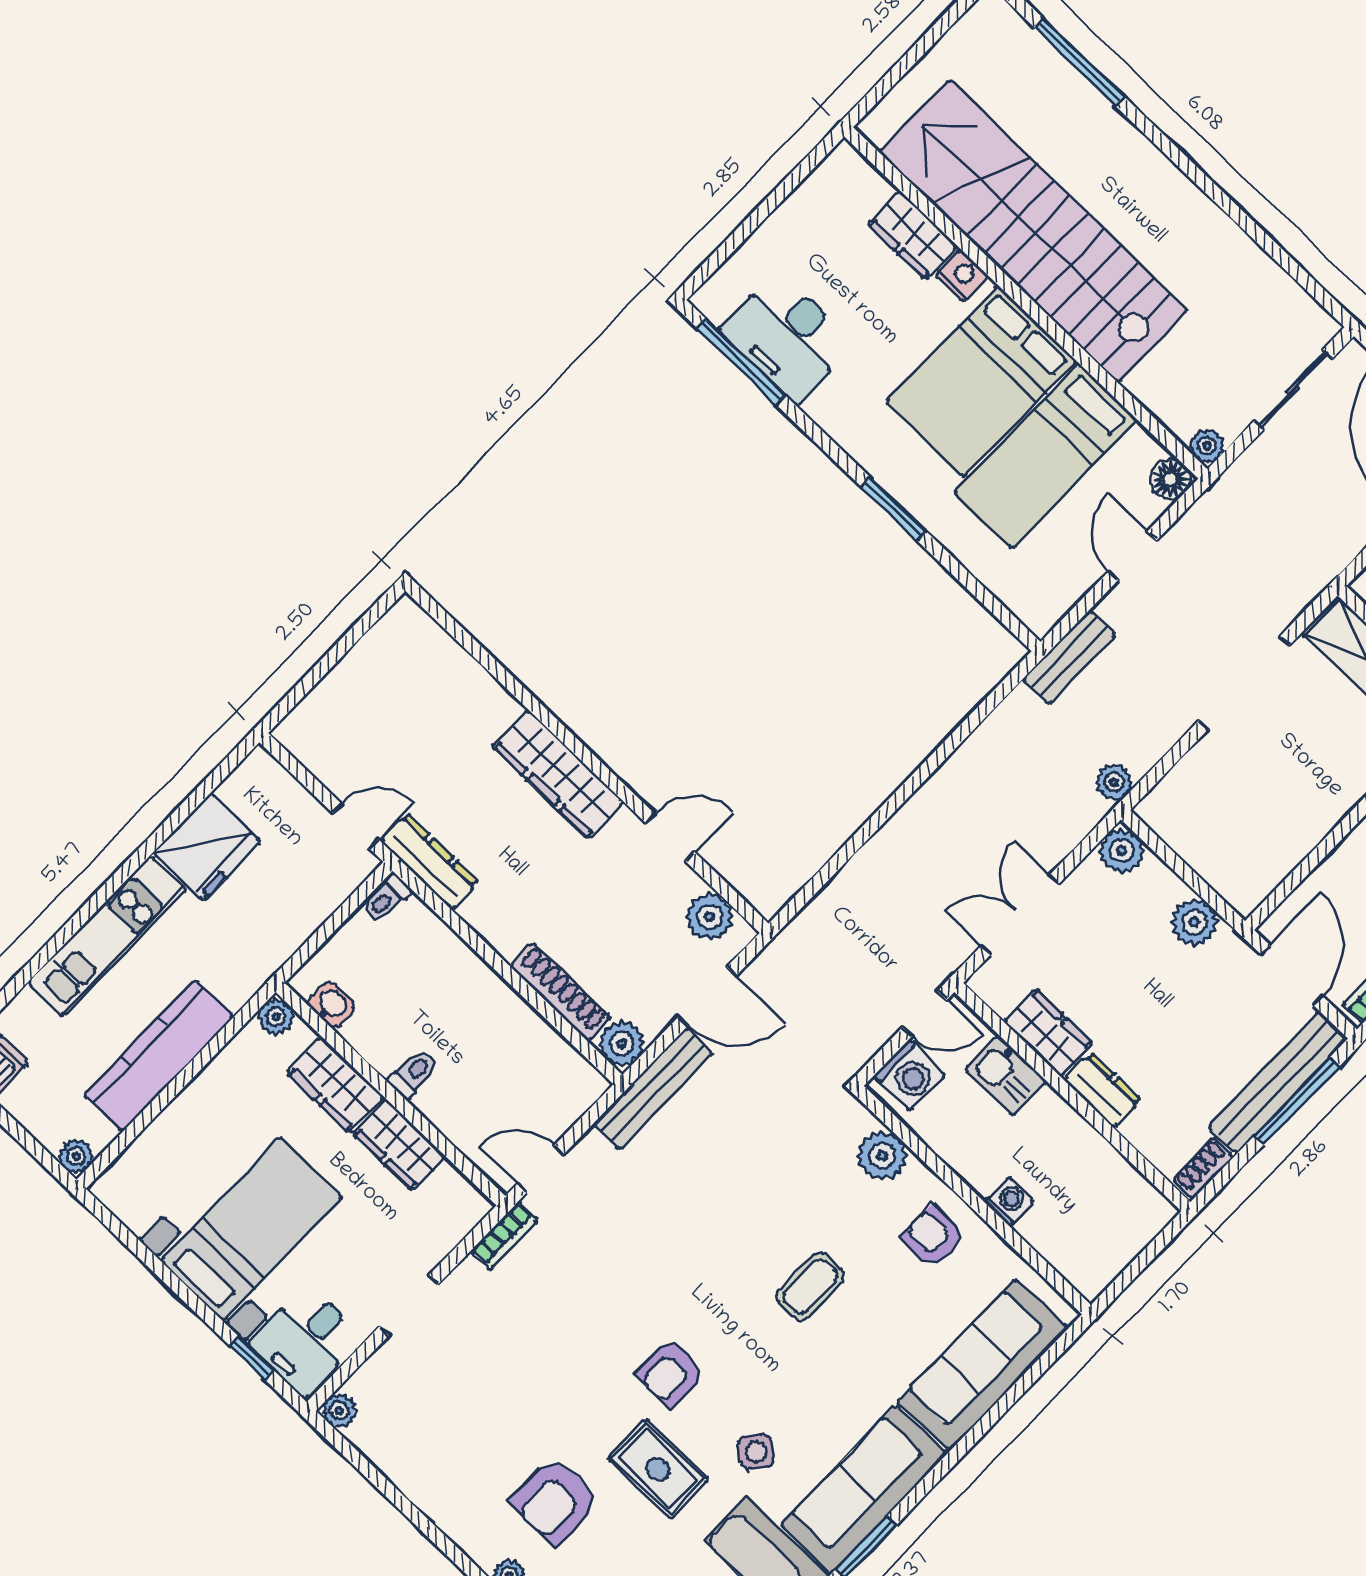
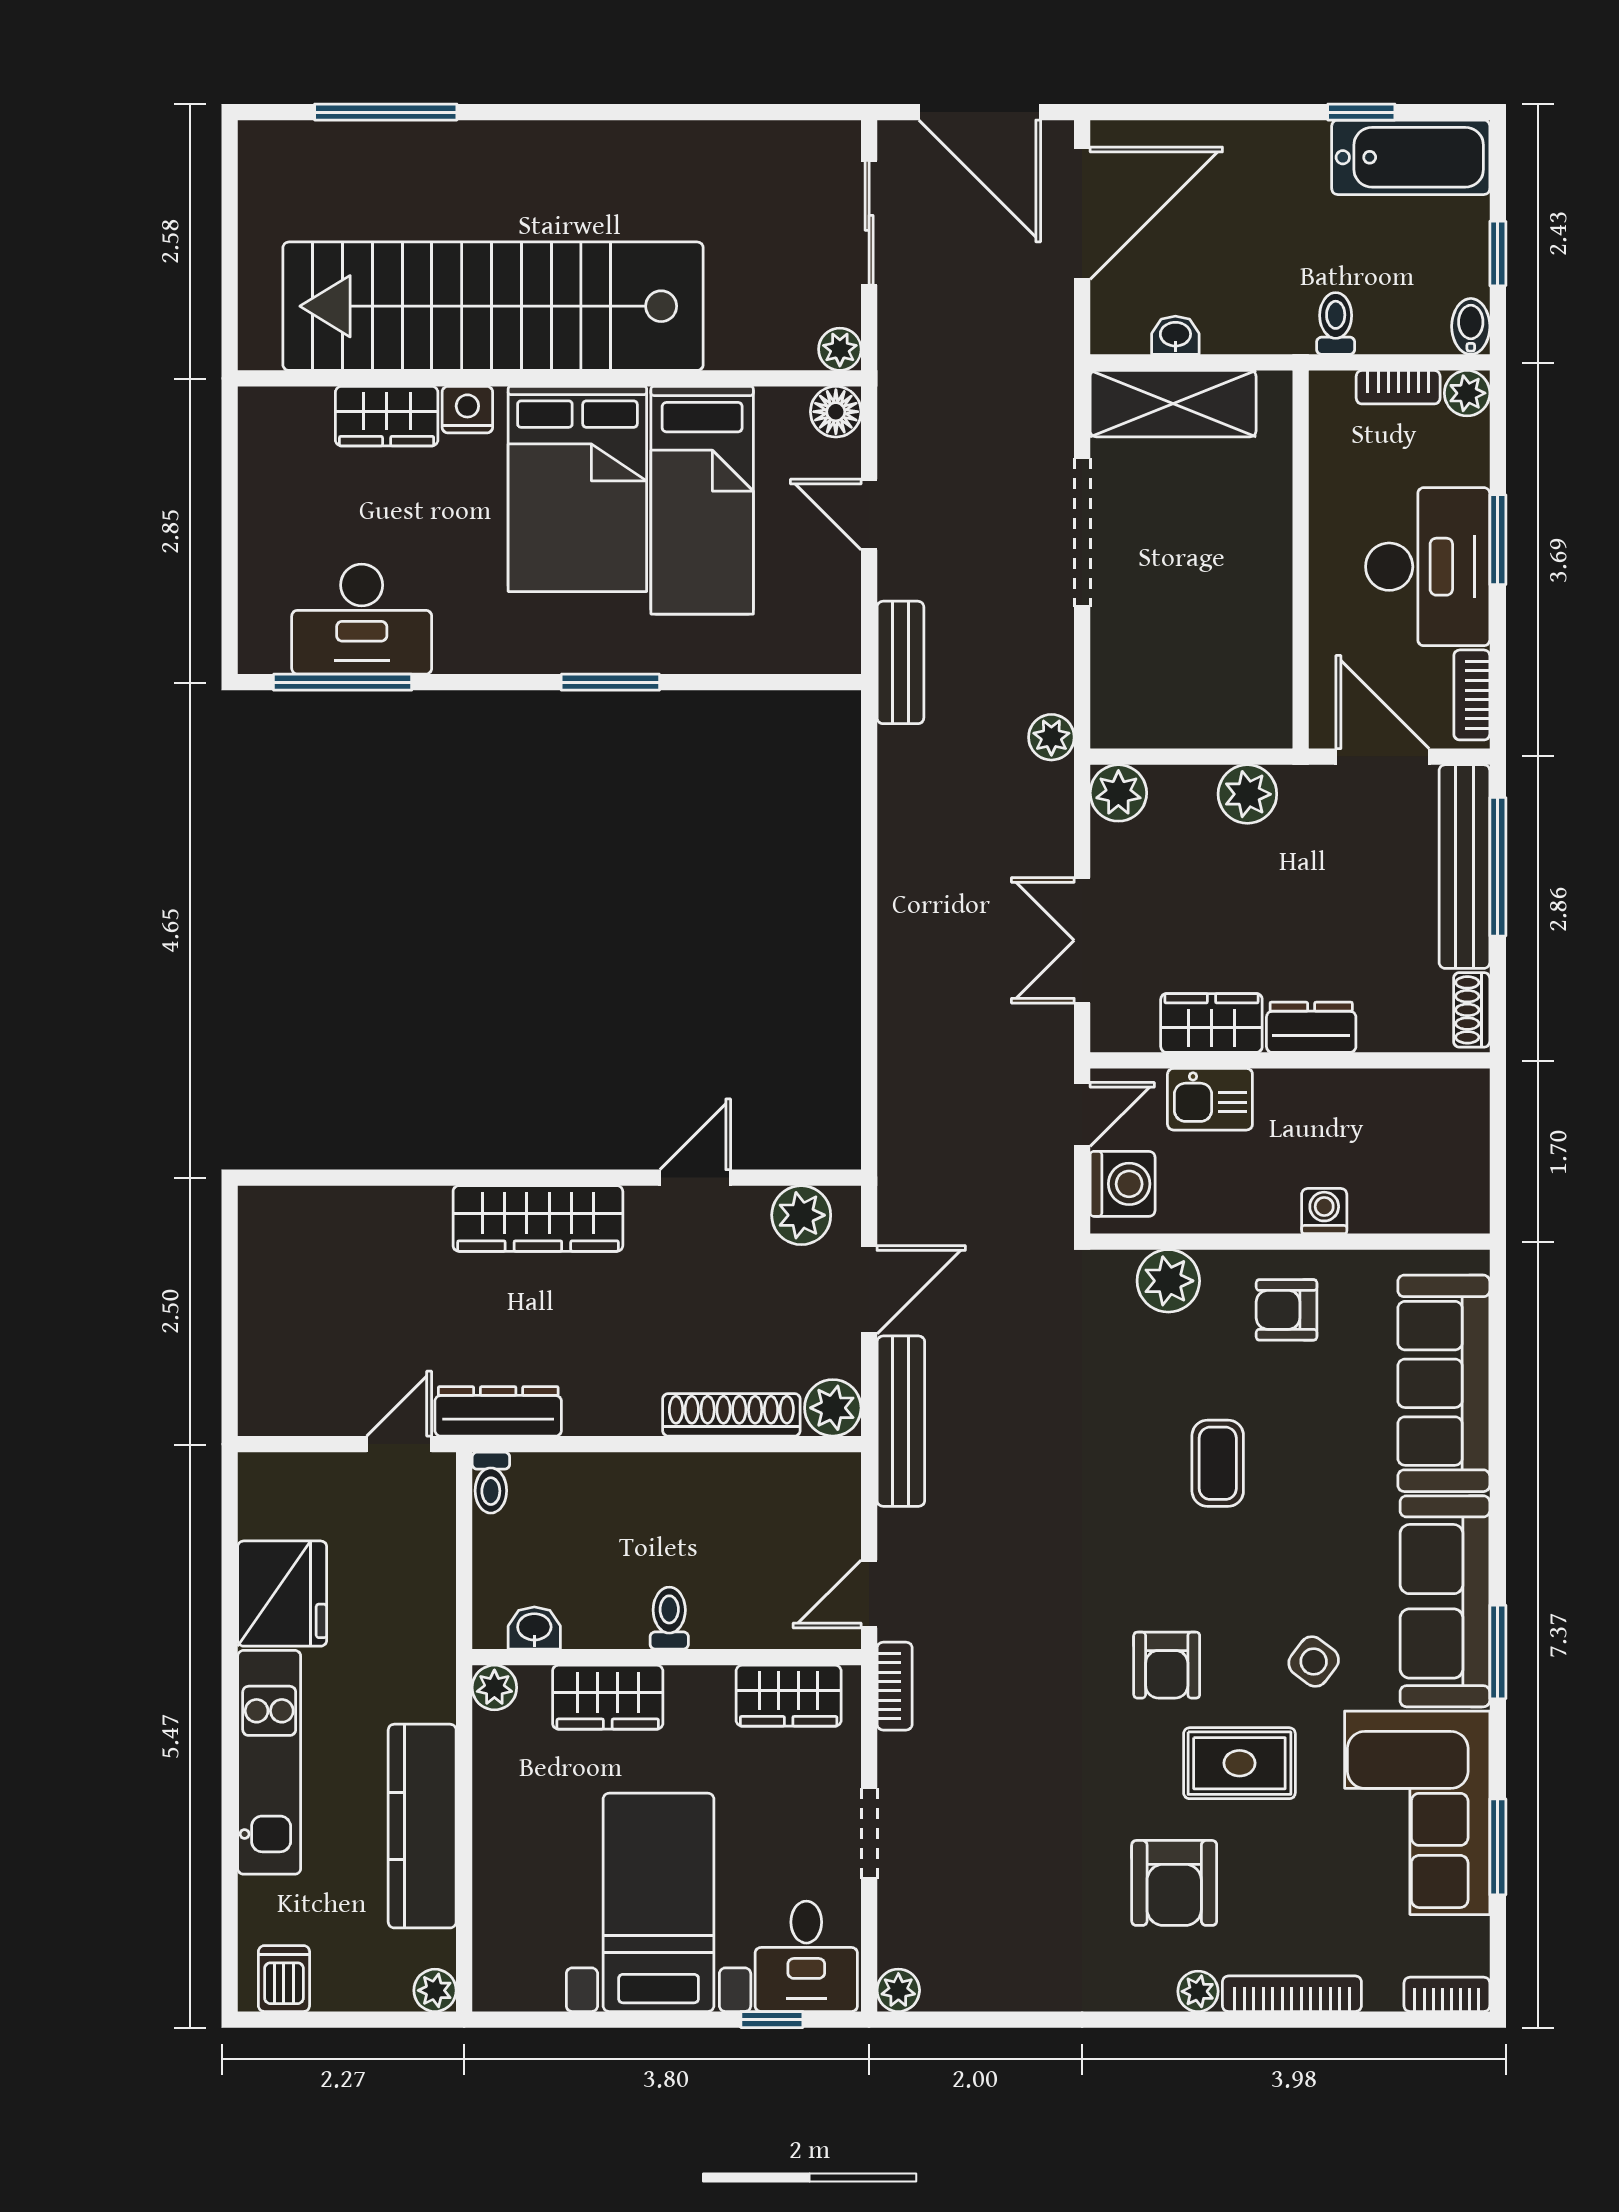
wardrobe: (400, 1145) -> (789, 1696), moved

